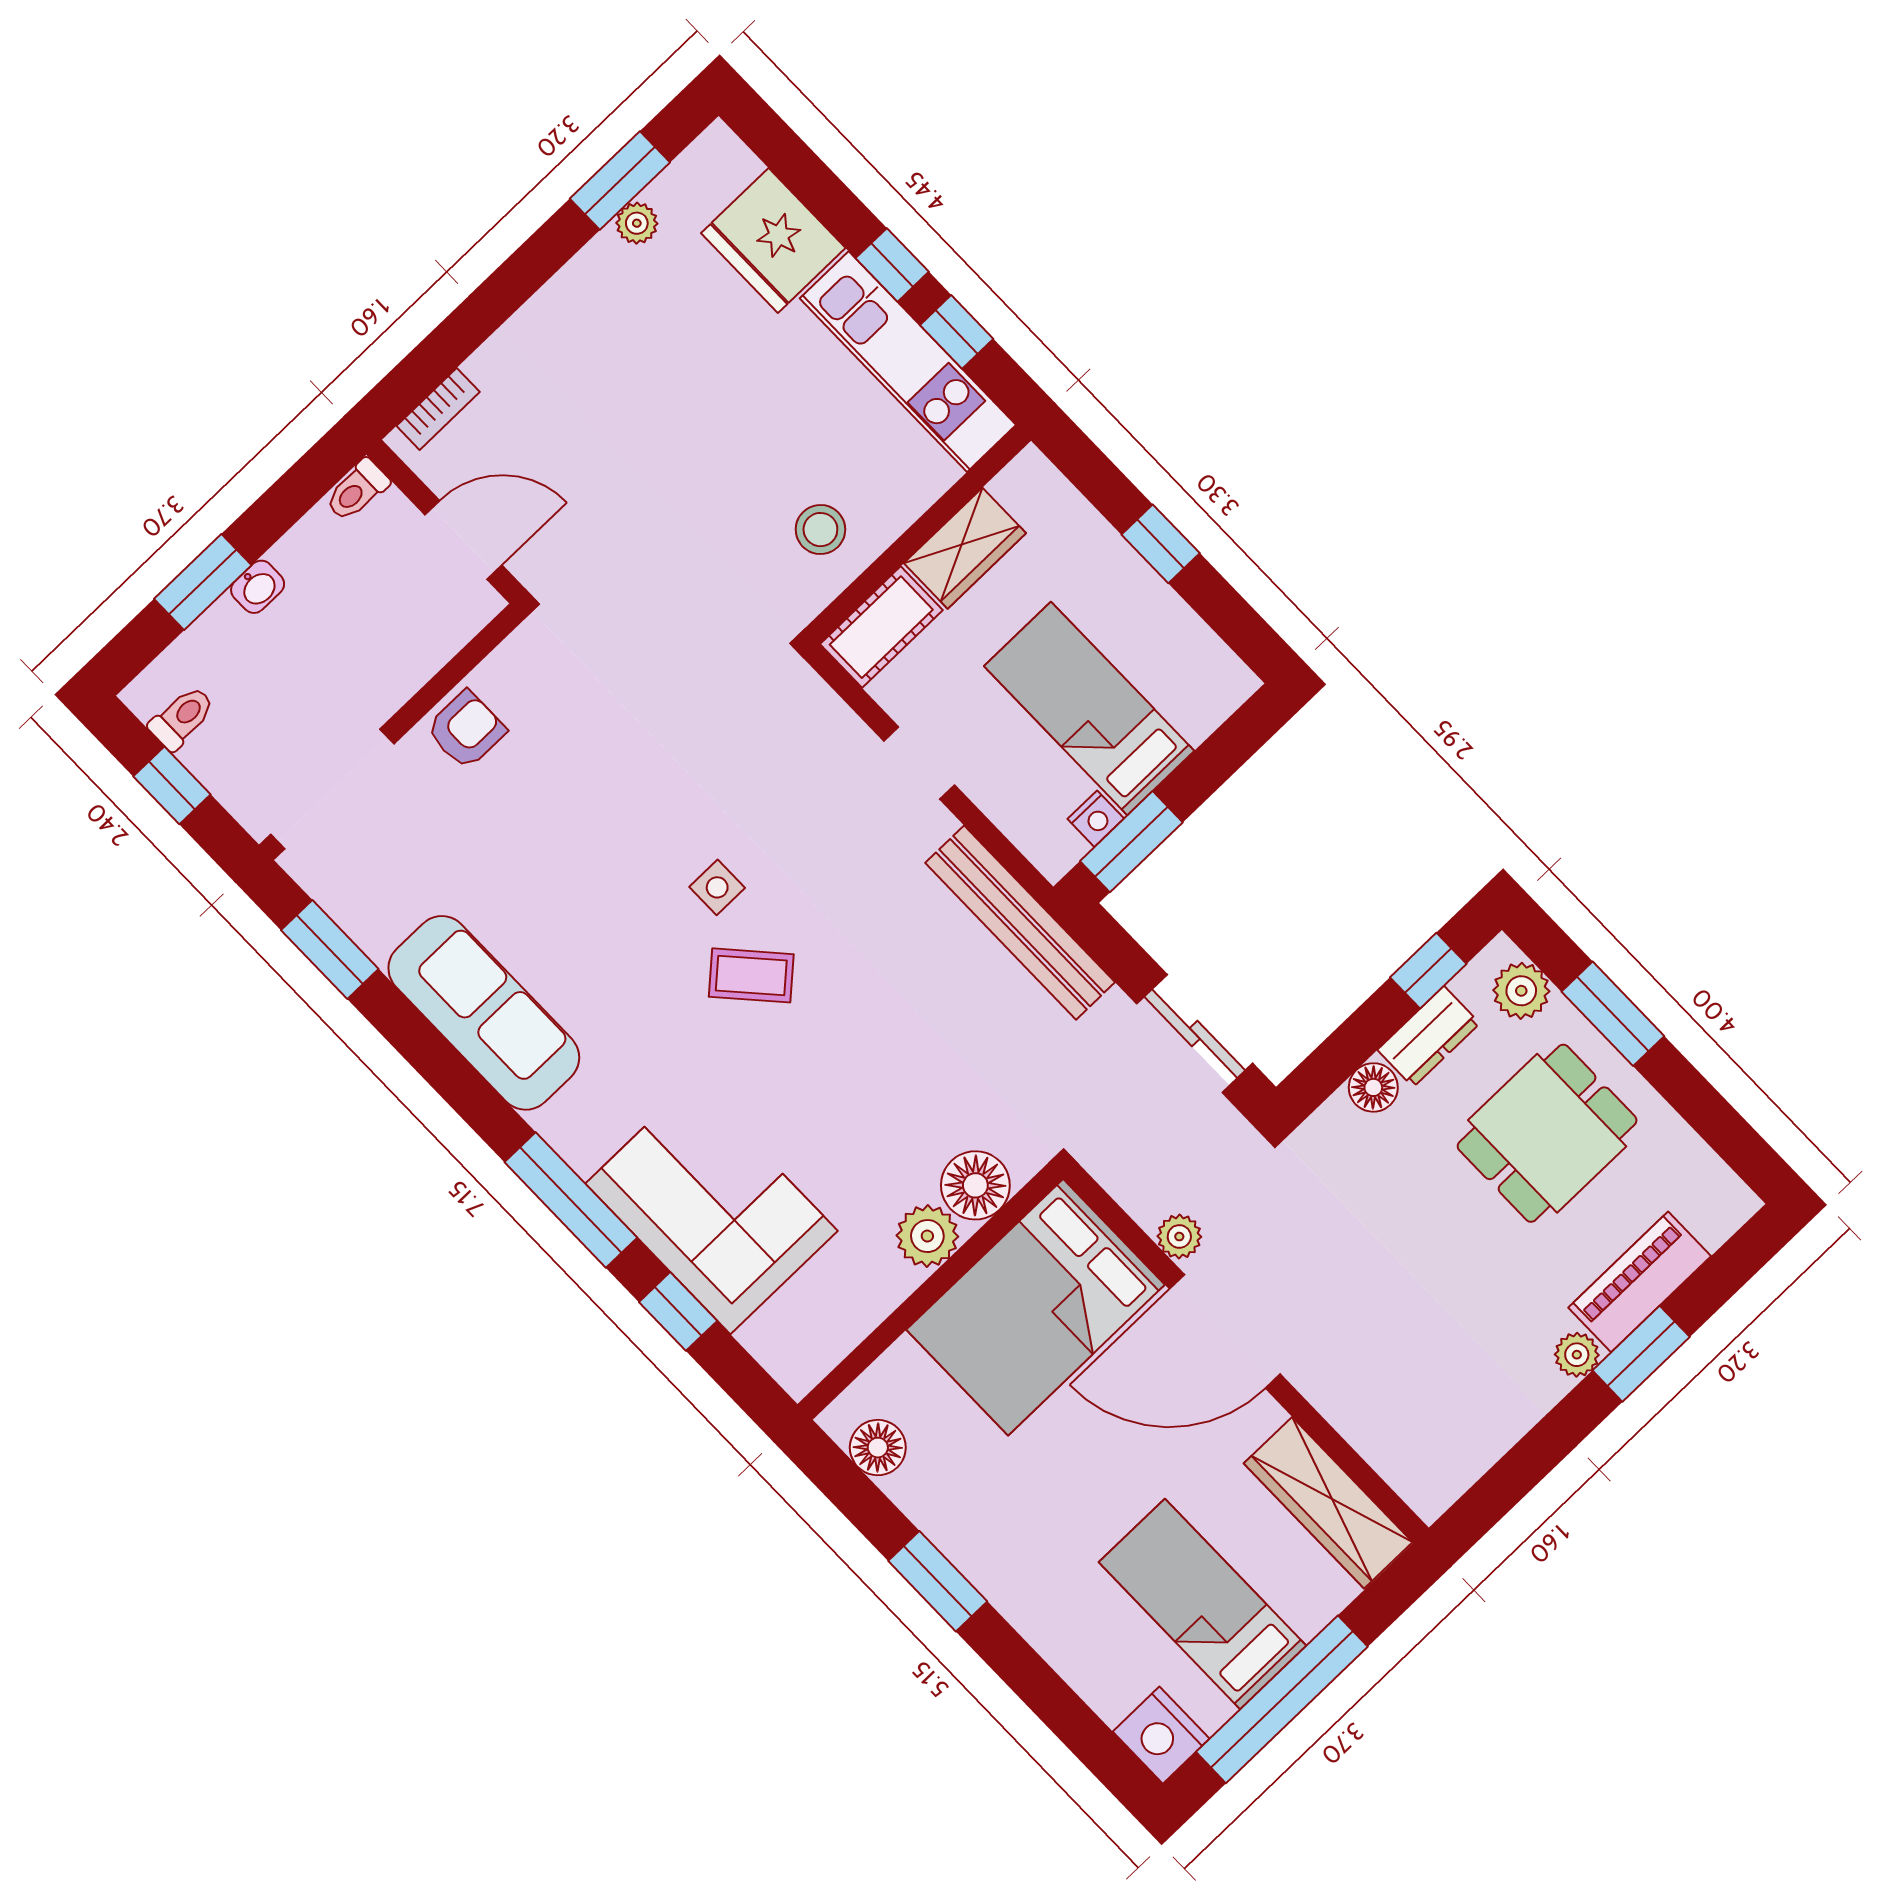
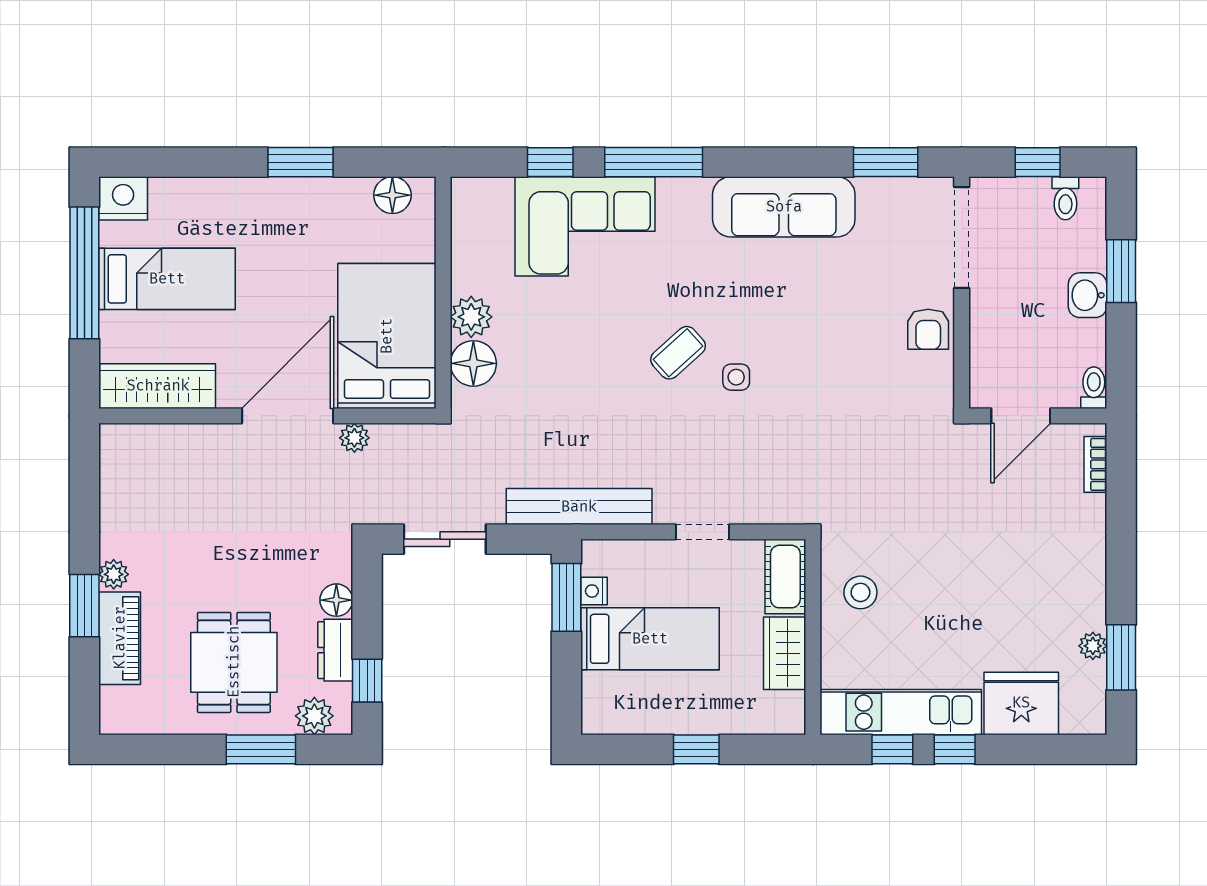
washbasin: (258, 587) -> (1088, 295), width x1.38, depth x1.45

